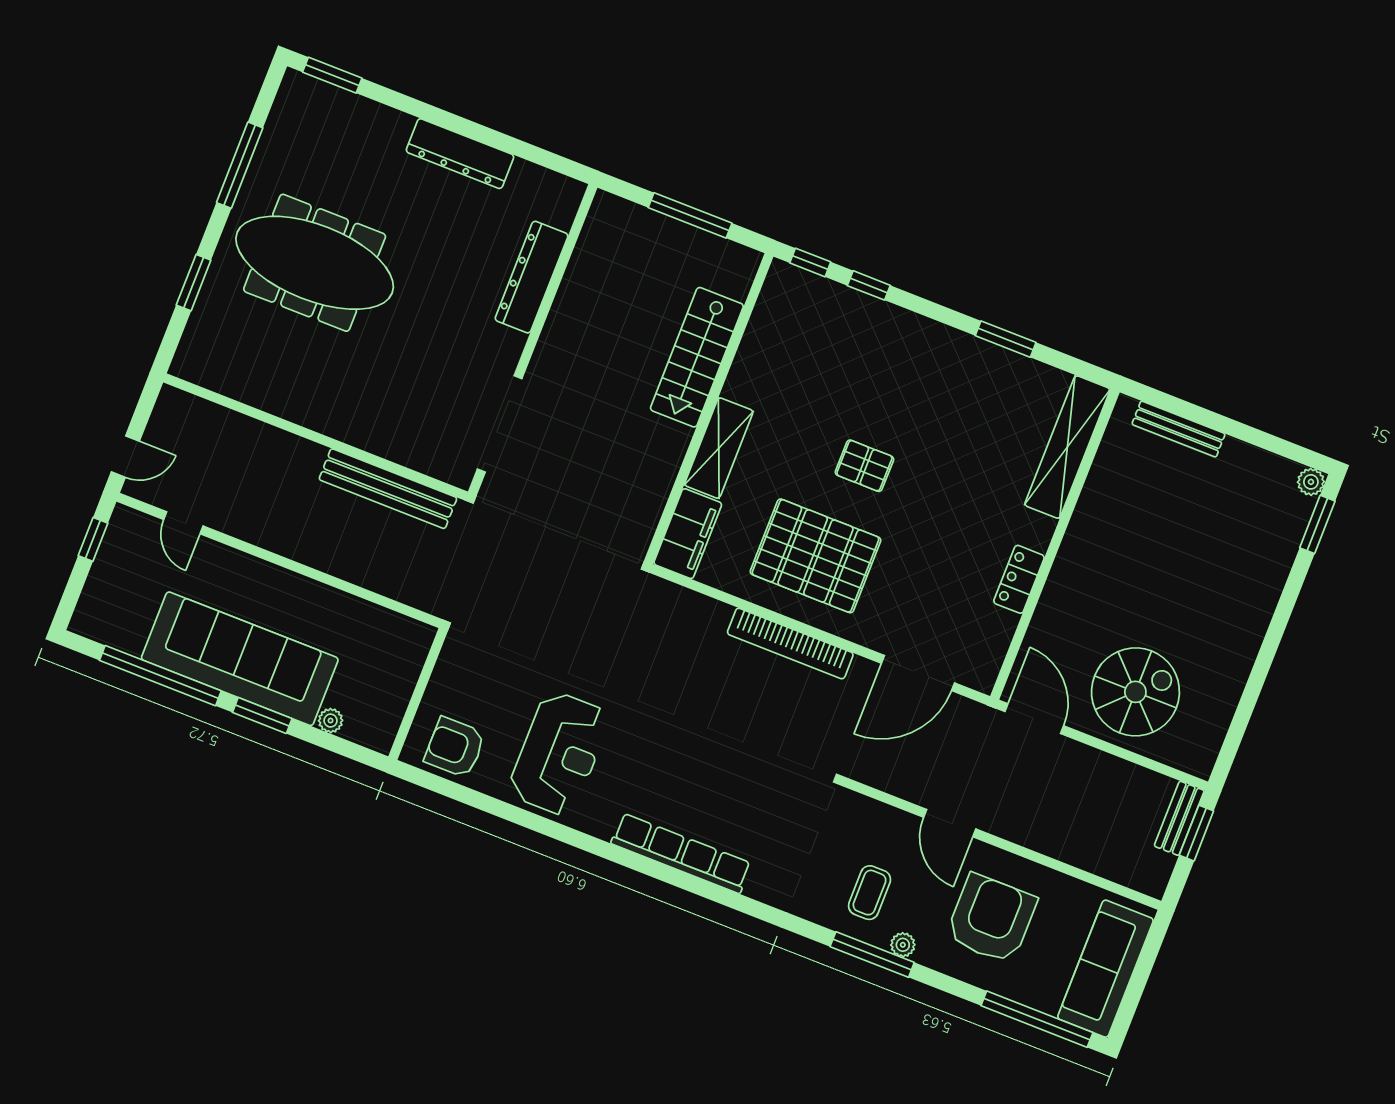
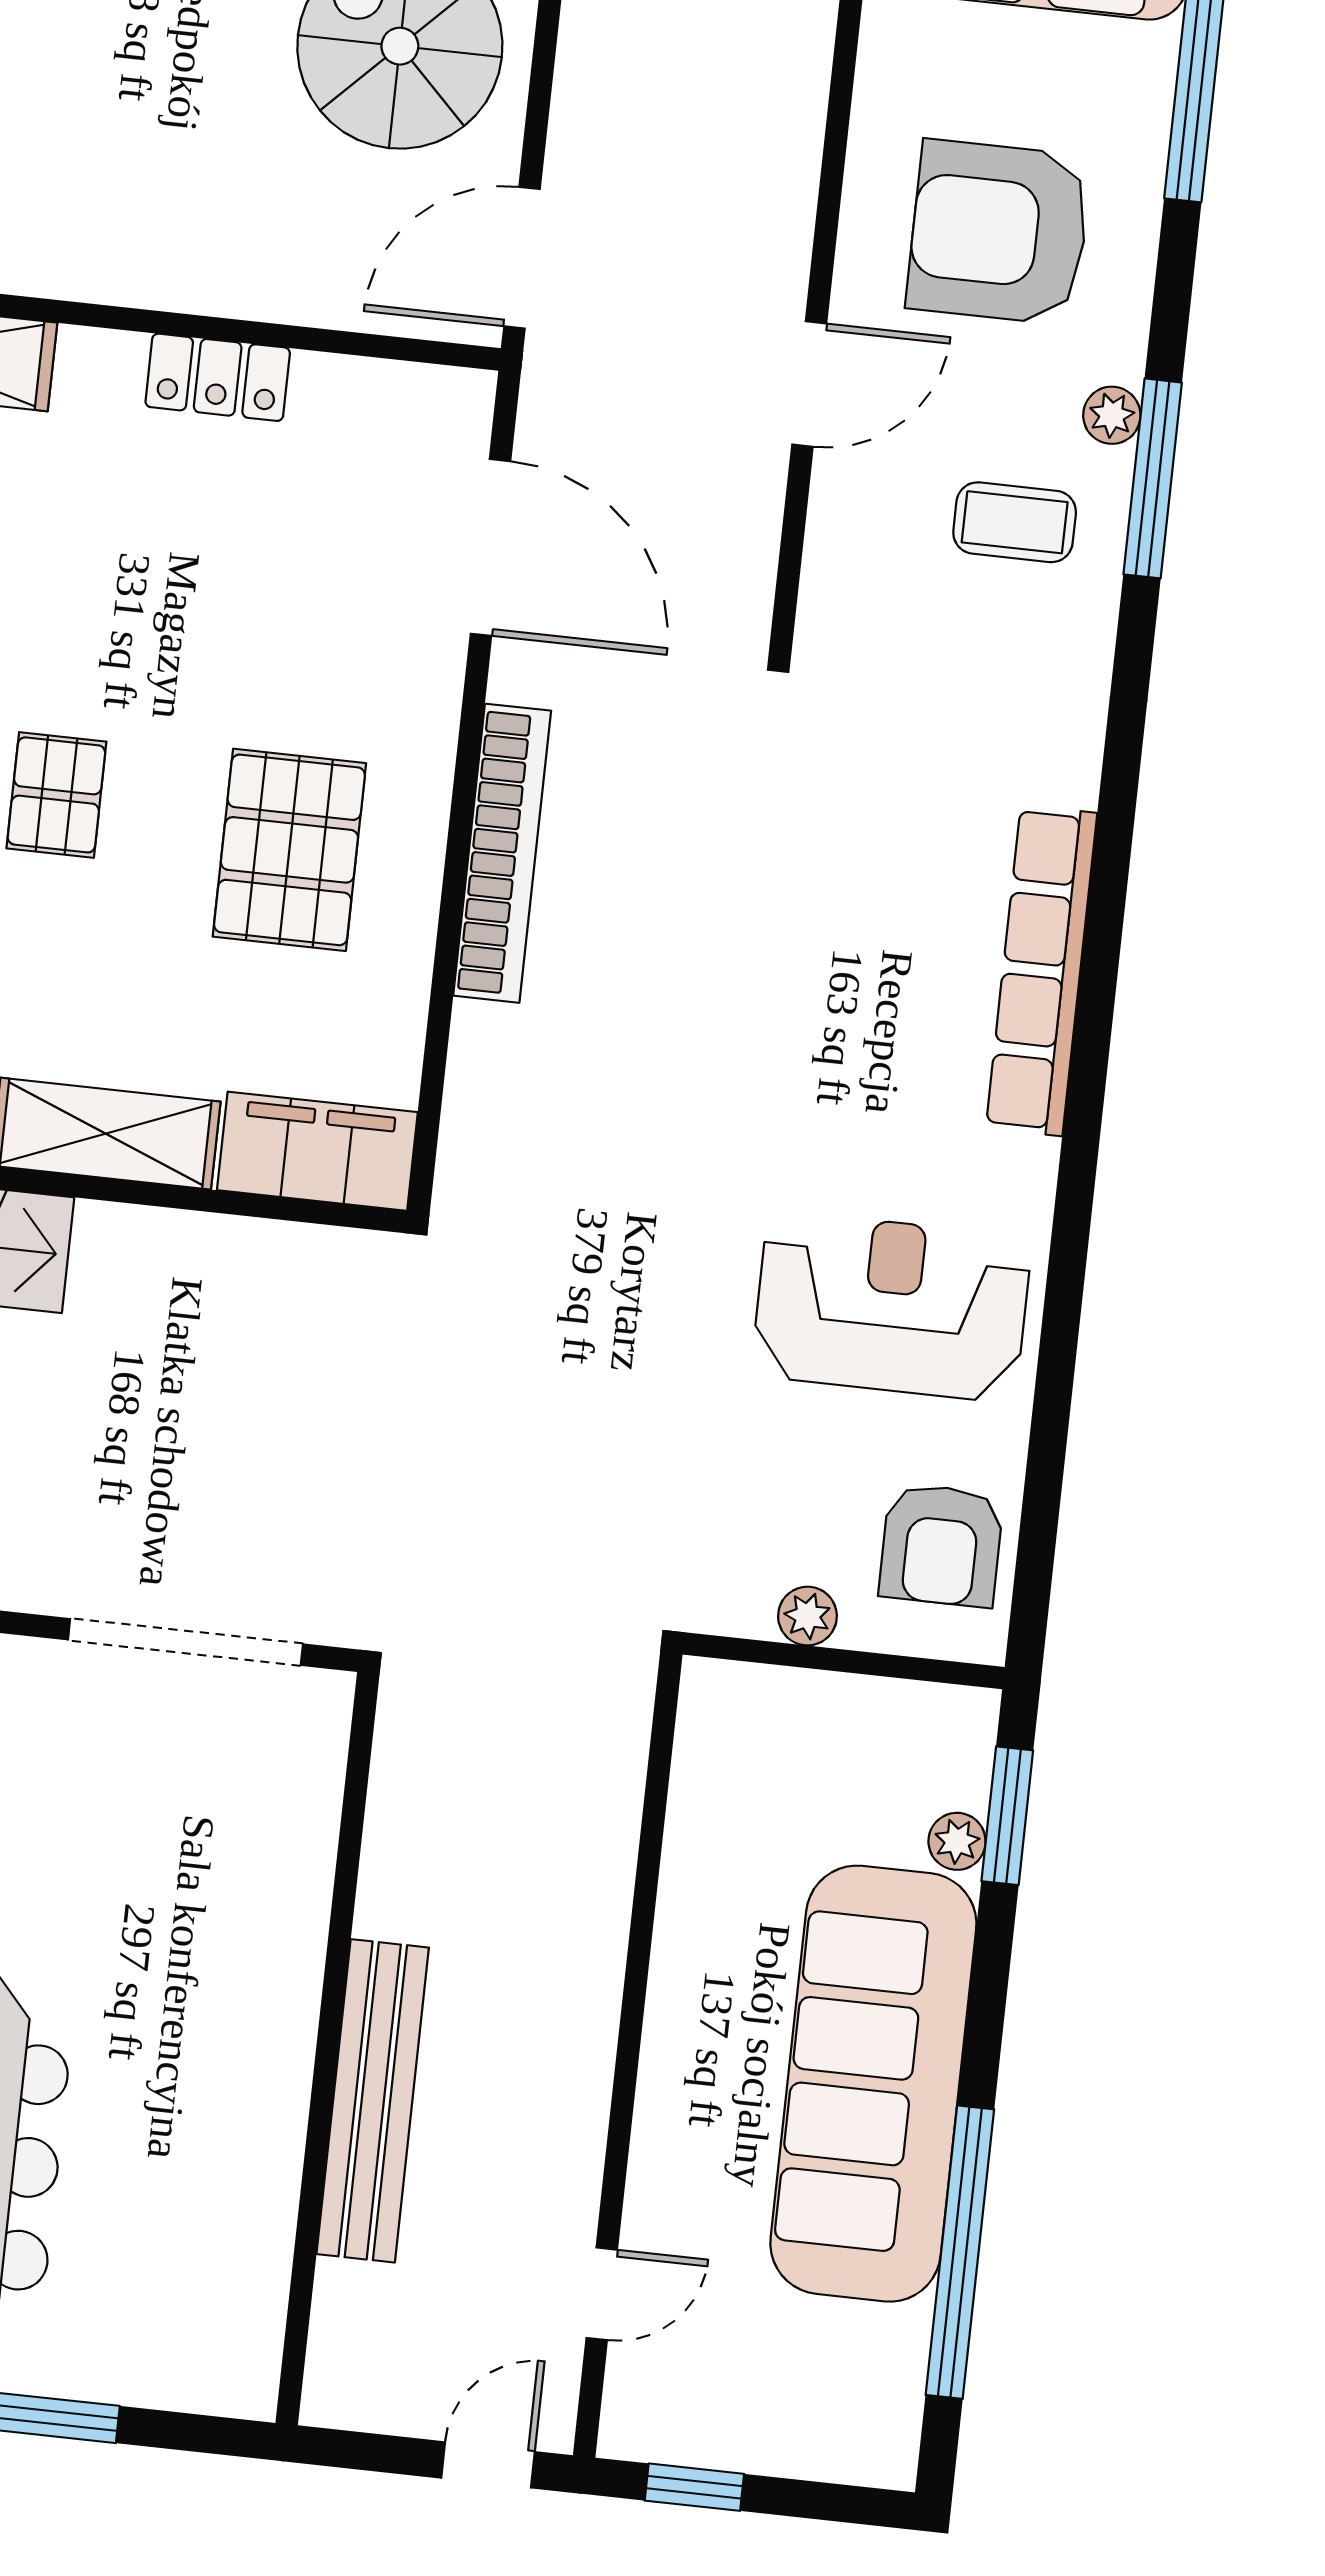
door: (125, 457) -> (488, 2465), hinge flipped
bench: (388, 489) -> (373, 2101), moved
pallet: (816, 556) -> (289, 850), width x0.73, depth x0.71
plant: (441, 684) -> (807, 1616), added
window: (262, 716) -> (1007, 1816), moved

